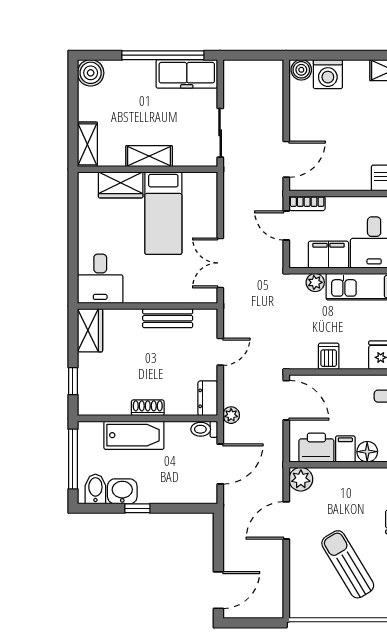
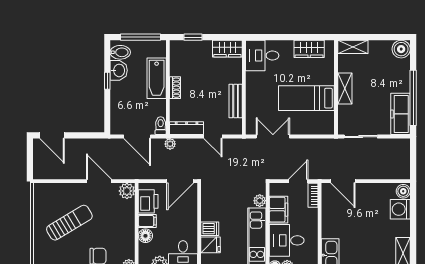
wardrobe: (121, 185) -> (309, 49), moved, turned -90
dishwasher: (329, 356) -> (210, 229), moved
dresser: (208, 398) -> (187, 128), width x1.44

